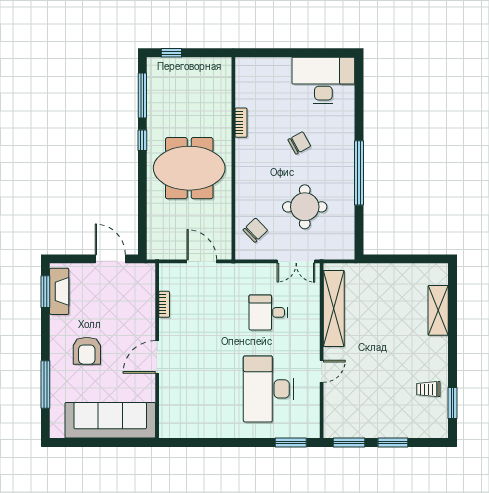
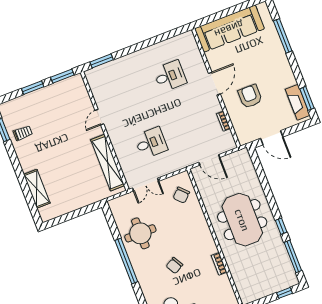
meeting table: (189, 168) -> (242, 220), turned 90
round table: (305, 207) -> (140, 233), moved
double door: (296, 261) -> (146, 185), swing flipped
armchair: (87, 351) -> (250, 96), moved
desk: (268, 389) -> (170, 76), moved, width x0.53, depth x0.77

